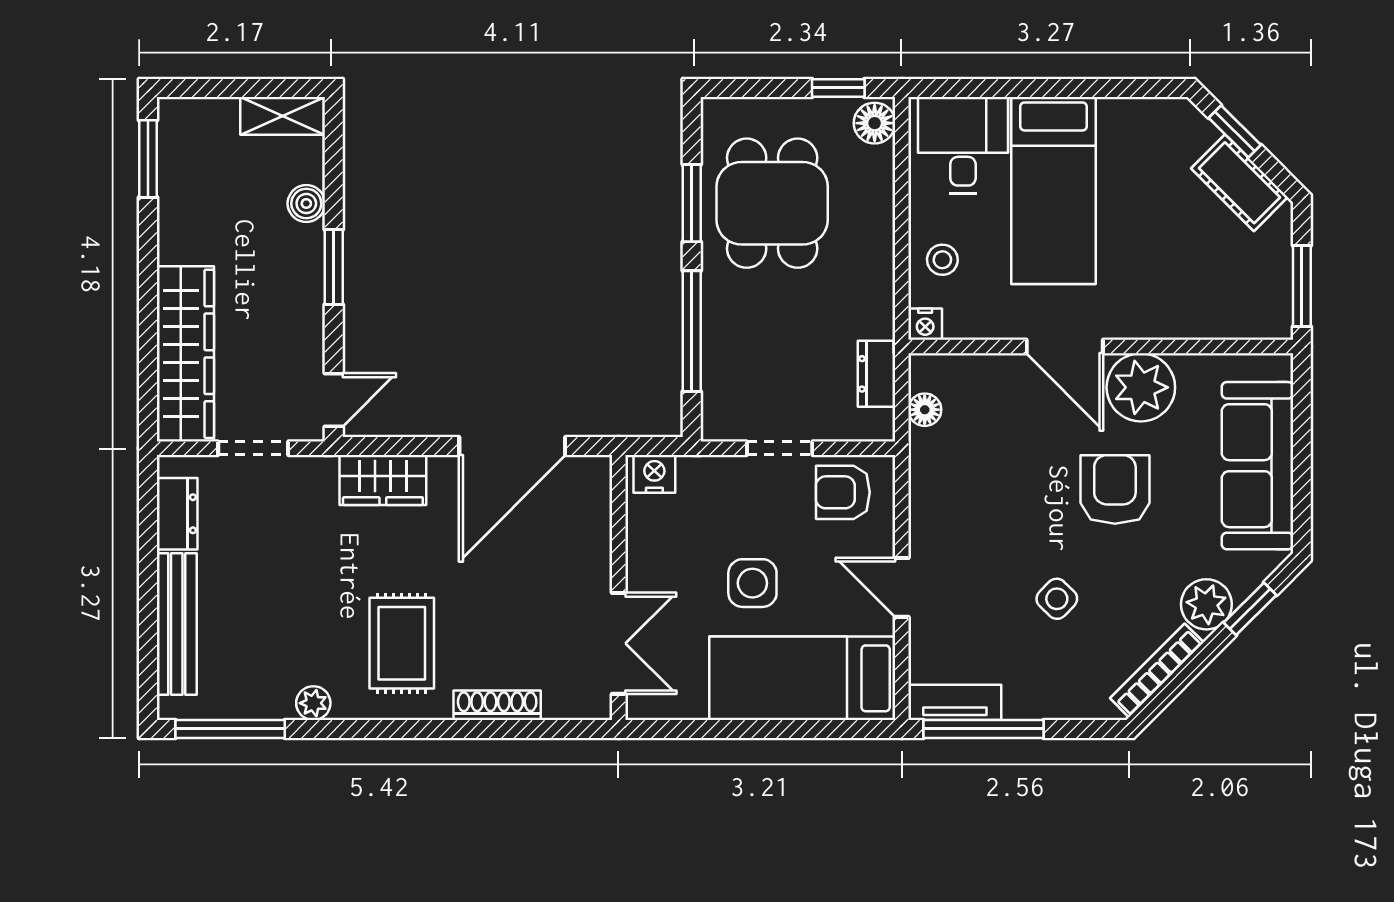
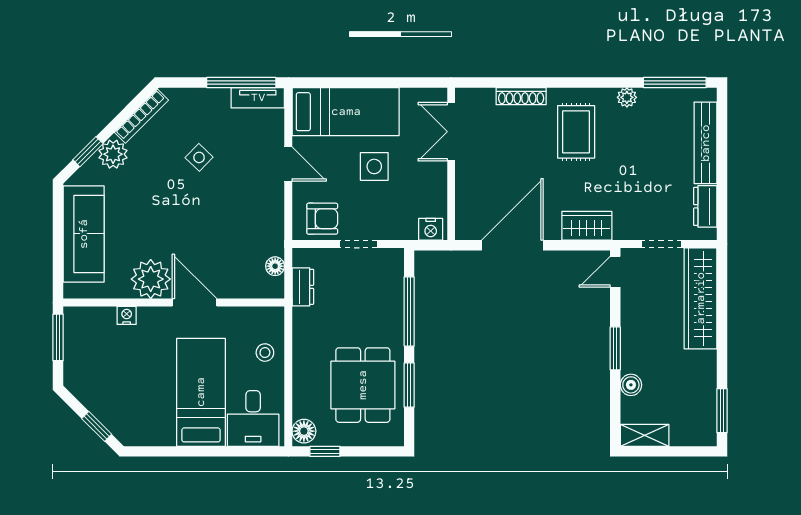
cot: (1239, 183) -> (94, 397), removed
nightstand: (925, 324) -> (127, 315), moved
armchair: (1115, 489) -> (166, 220), removed

